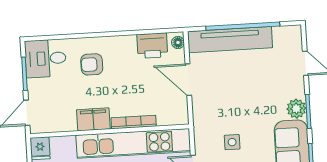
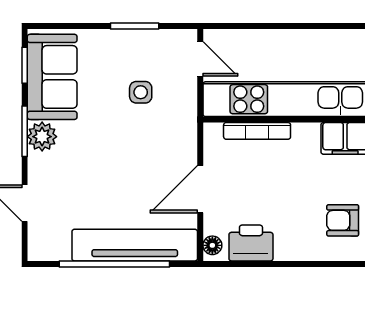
armchair: (92, 64) -> (343, 220), turned 180
door: (188, 80) -> (200, 189), swing flipped
bookcase: (134, 122) -> (257, 131), moved

